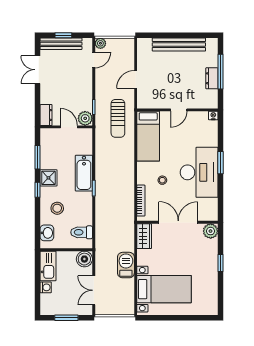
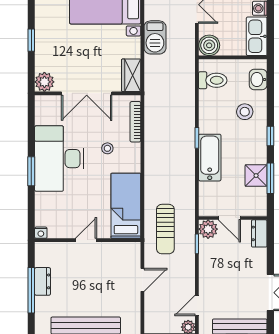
sun lounger: (118, 118) -> (165, 229), turned 180
shower: (48, 178) -> (256, 176), moved

